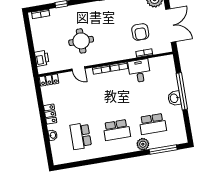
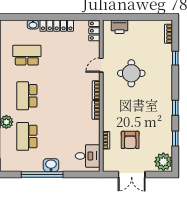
double door: (171, 25) -> (132, 175), width x0.73
armchair: (140, 32) -> (130, 140), turned -90
desk: (139, 71) -> (88, 156), moved
window: (182, 91) -> (42, 175), moved
locker: (50, 114) -> (57, 26), width x1.53

